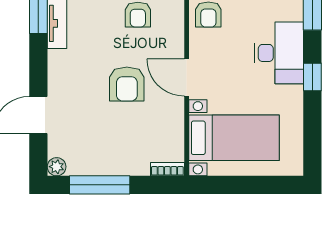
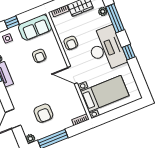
desk: (279, 53) -> (106, 49), width x1.36, depth x1.30
armchair: (127, 84) -> (43, 113), moved

